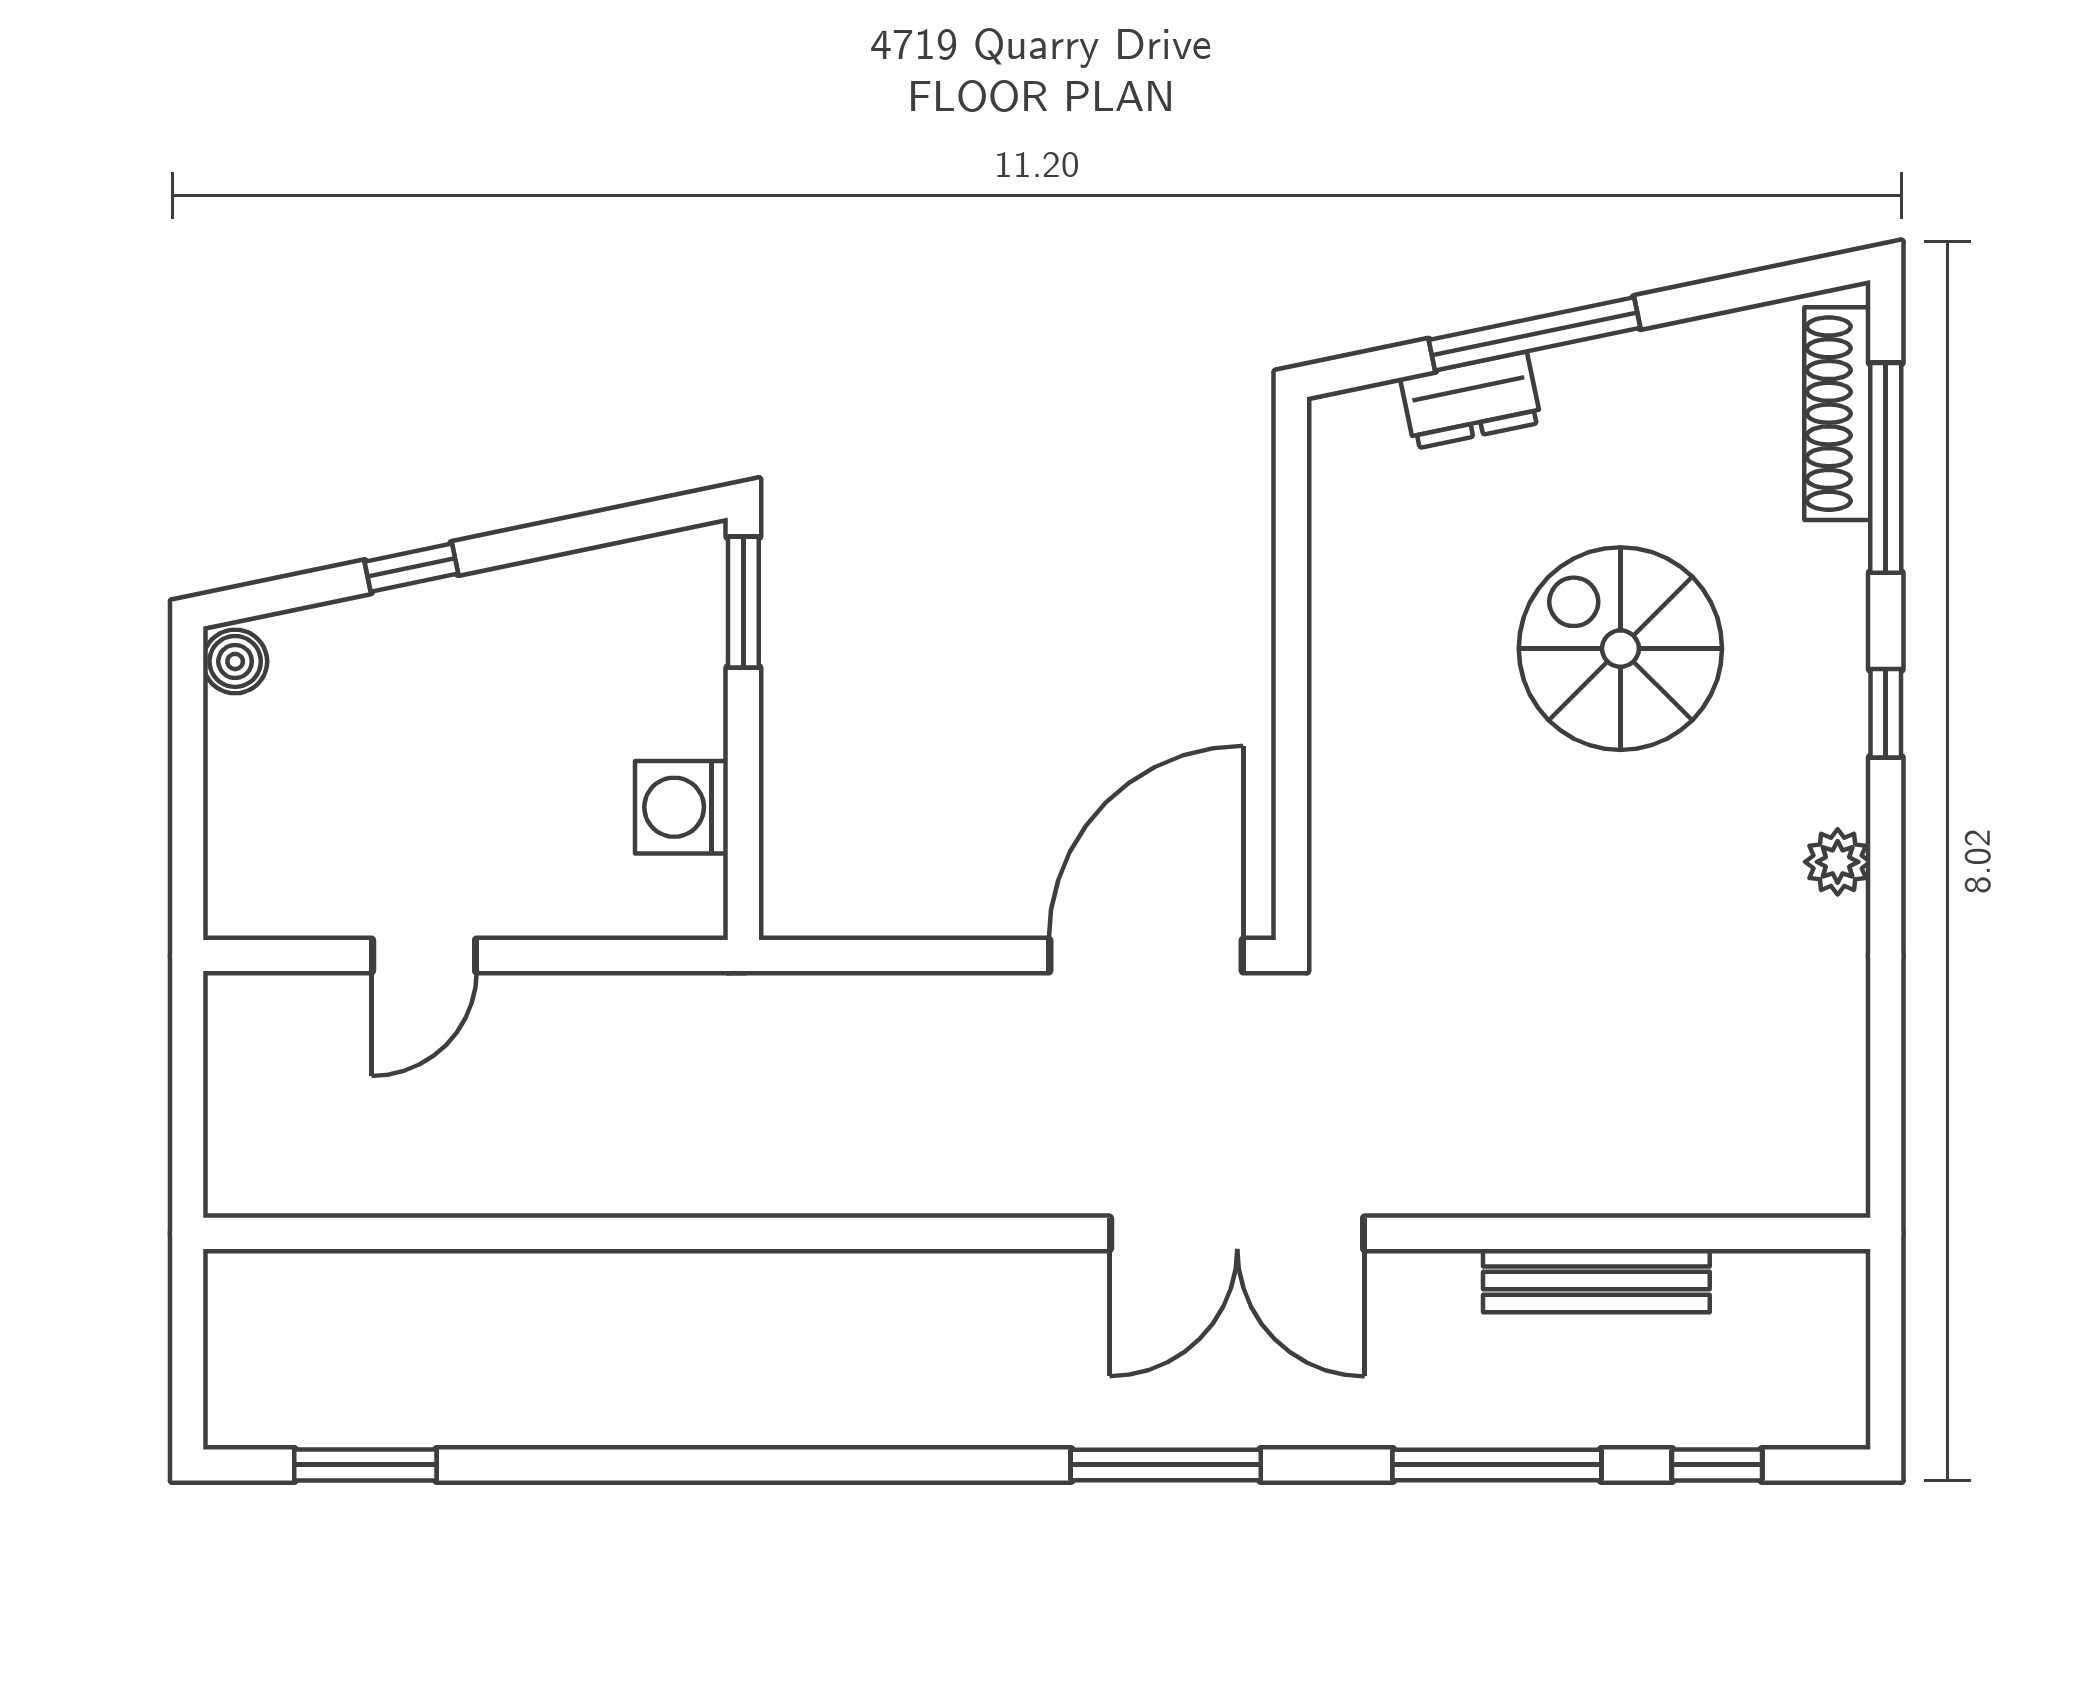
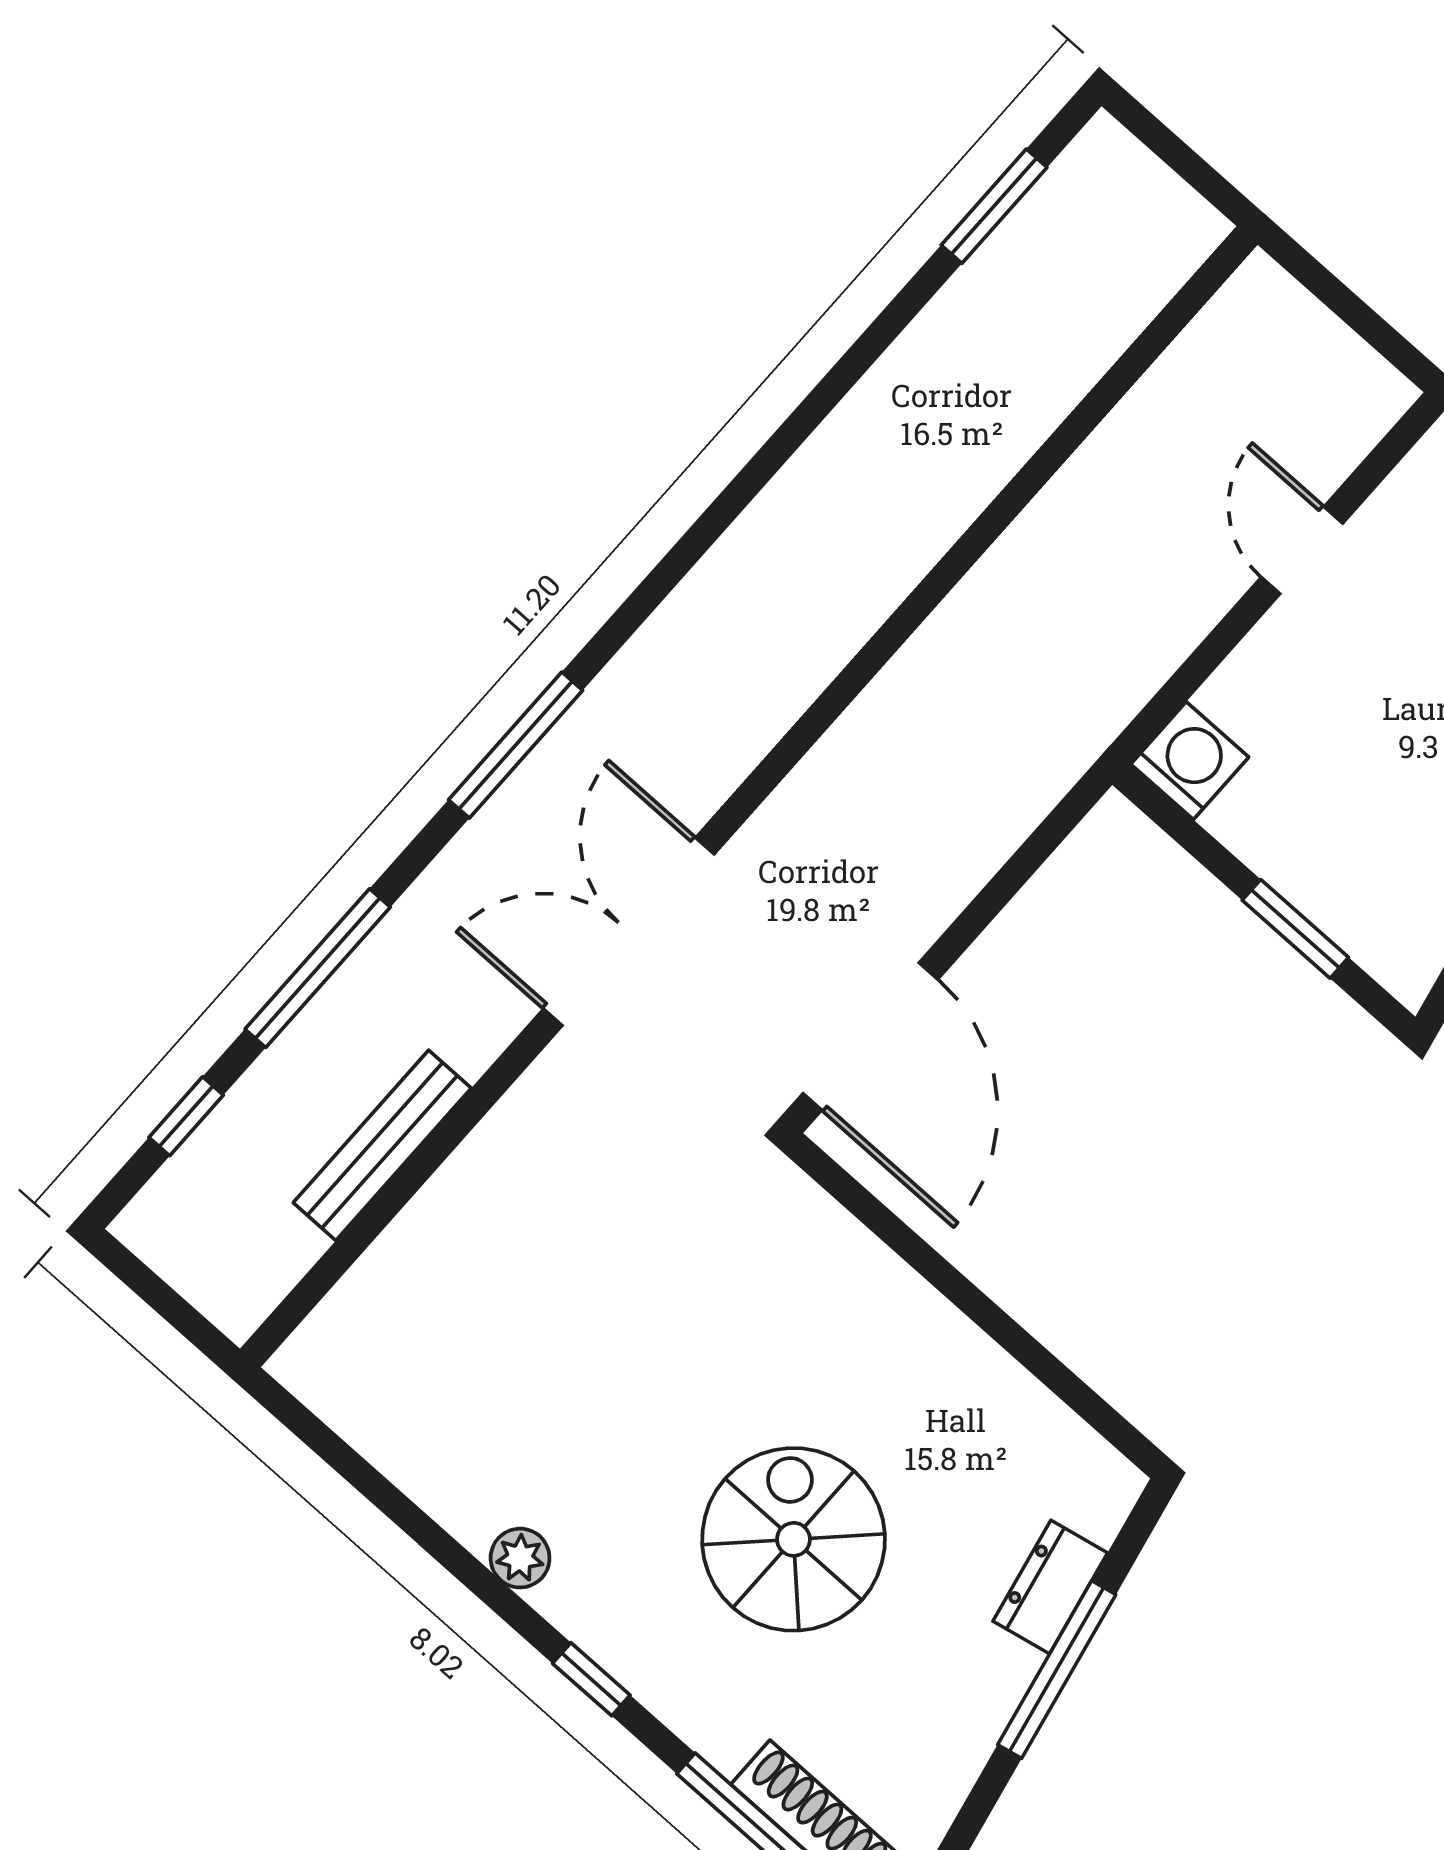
window: (743, 602) -> (1295, 929), moved
spiral stairs: (1620, 649) -> (794, 1539), turned -90
washing machine: (682, 807) -> (1190, 761), moved

